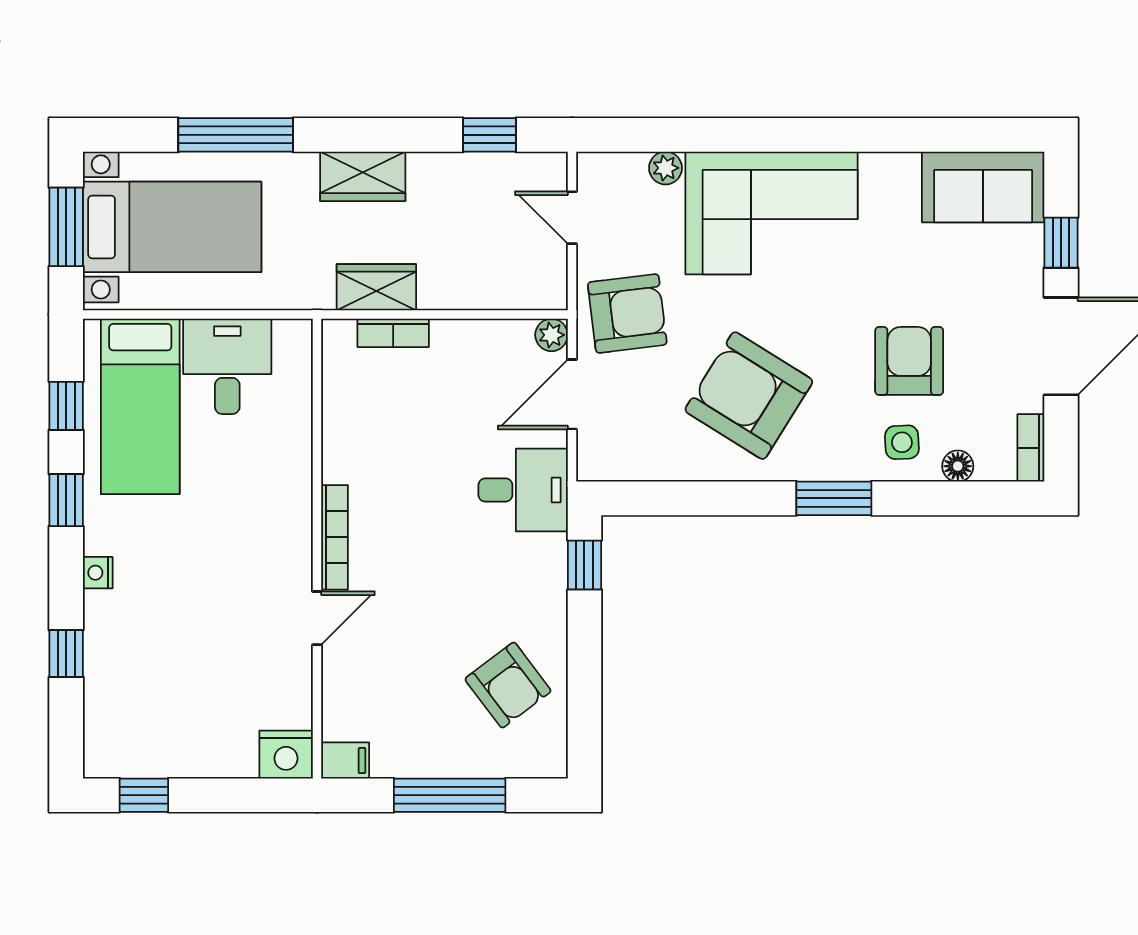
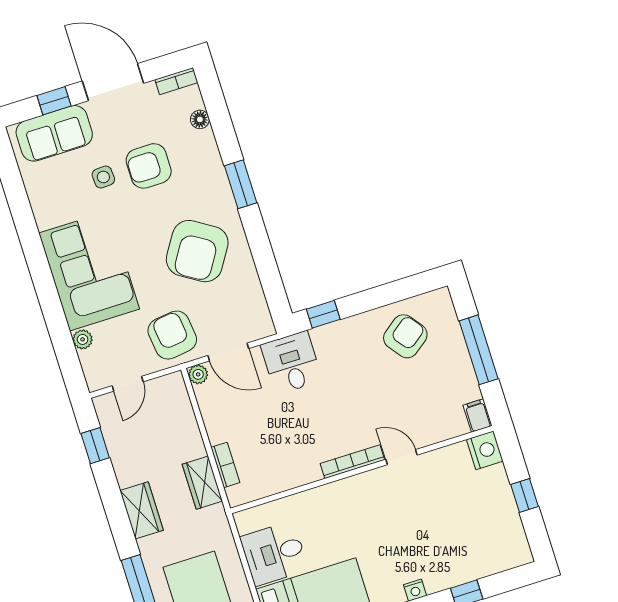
sofa: (983, 187) -> (54, 133), moved, turned 90
side table: (902, 442) -> (103, 177), moved
window: (144, 795) -> (525, 495), moved

